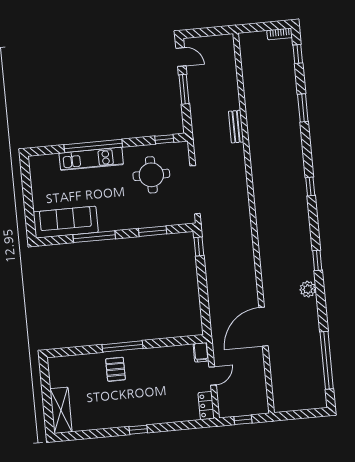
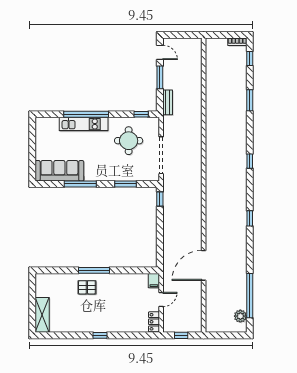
bench: (236, 127) -> (168, 102), moved
plant: (308, 289) -> (240, 316), moved
pallet: (115, 369) -> (87, 287), turned 90

